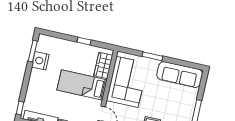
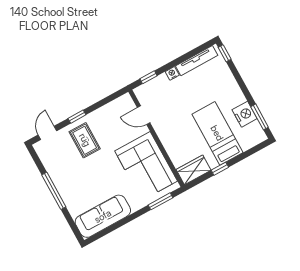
window: (152, 56) -> (161, 201), moved
wardrobe: (103, 66) -> (194, 170), moved, turned -90
bed: (82, 85) -> (217, 133), moved, turned -90

